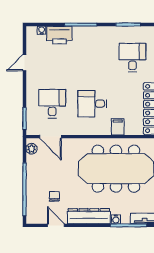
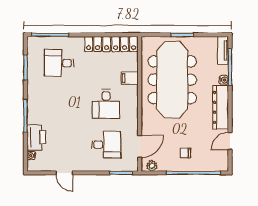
desk: (52, 104) -> (106, 145), turned 180
chair: (54, 196) -> (185, 153), moved

